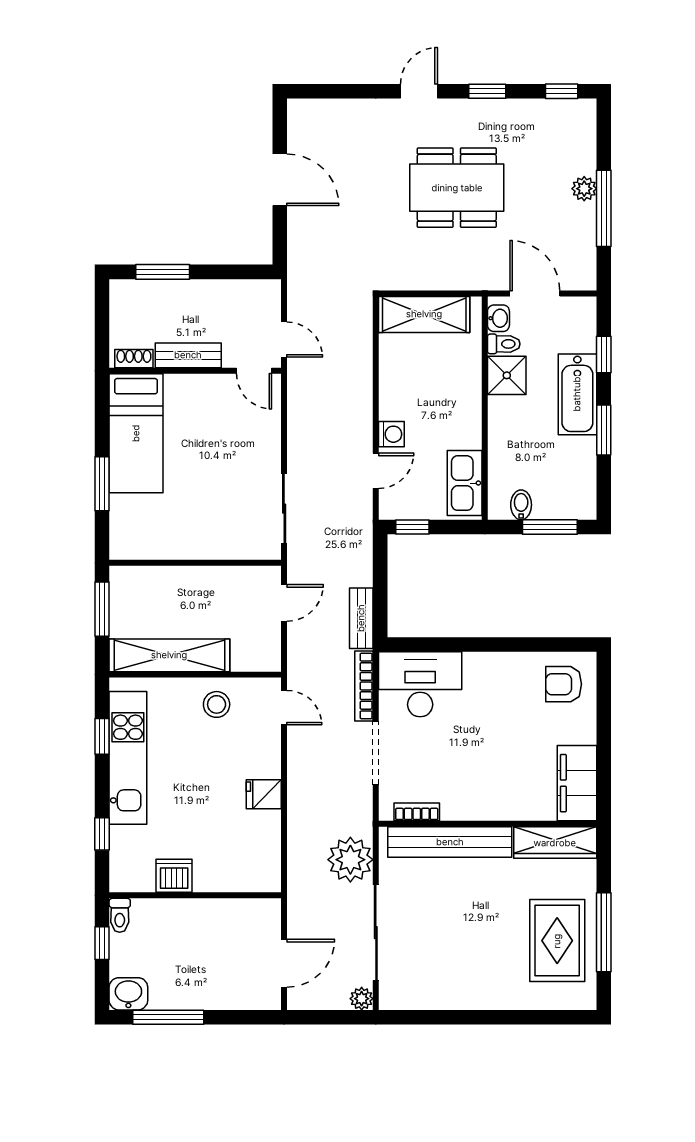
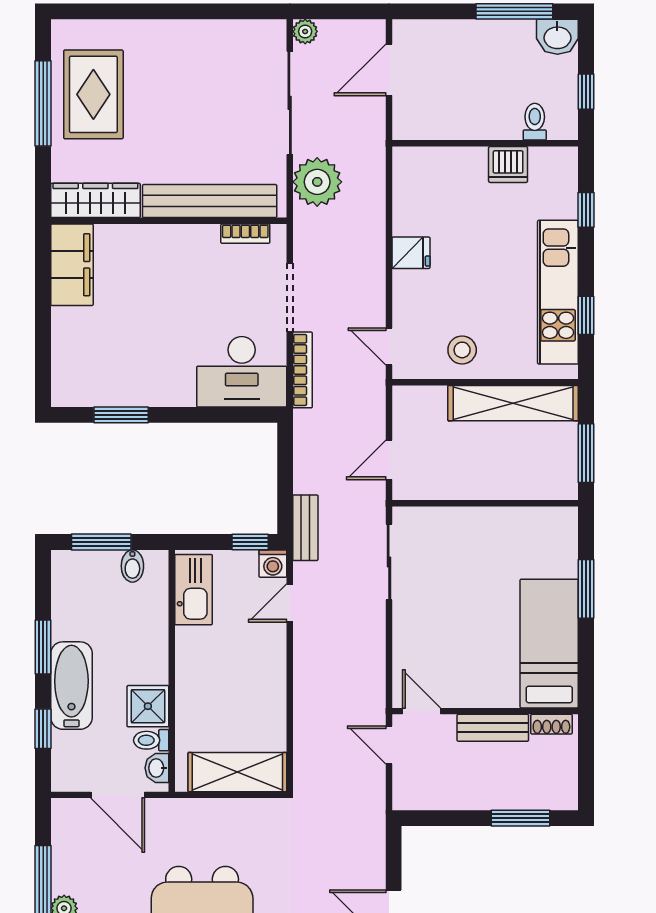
washing machine: (391, 434) -> (273, 564), moved, turned -90
bench: (361, 618) -> (305, 528), moved
window: (532, 645) -> (121, 415), added
armchair: (564, 684) -> (86, 372), removed
toilet: (120, 915) -> (535, 122), moved

